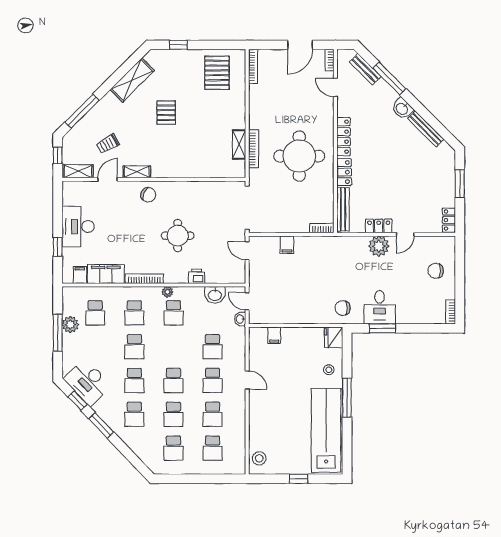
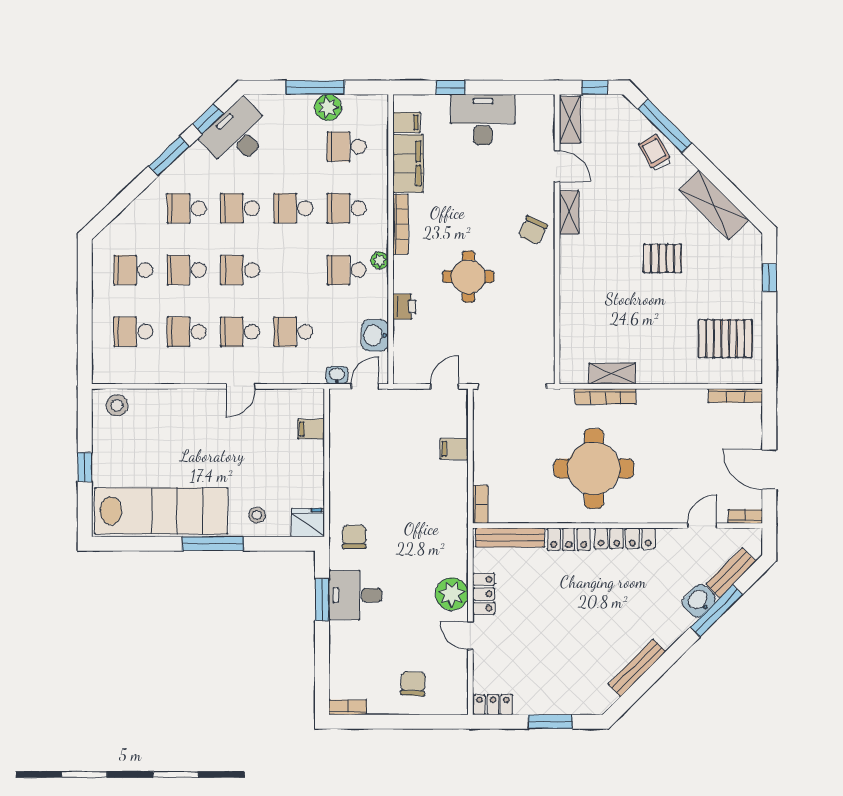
washbasin: (402, 109) -> (699, 601), moved
trolley: (108, 144) -> (655, 153), moved

